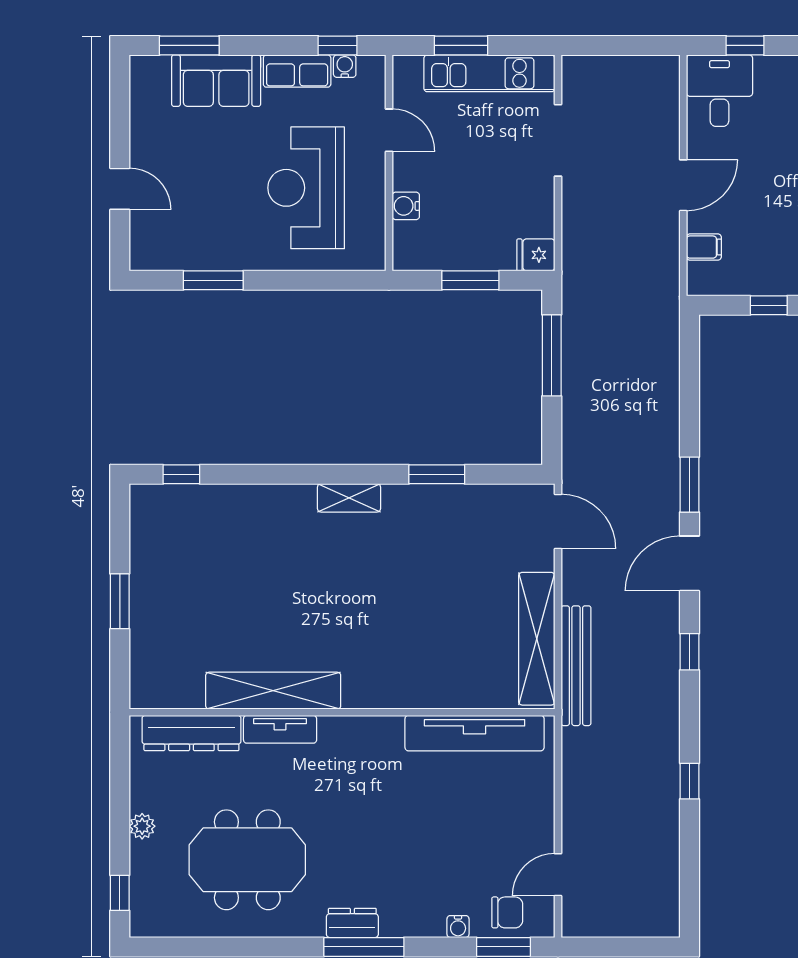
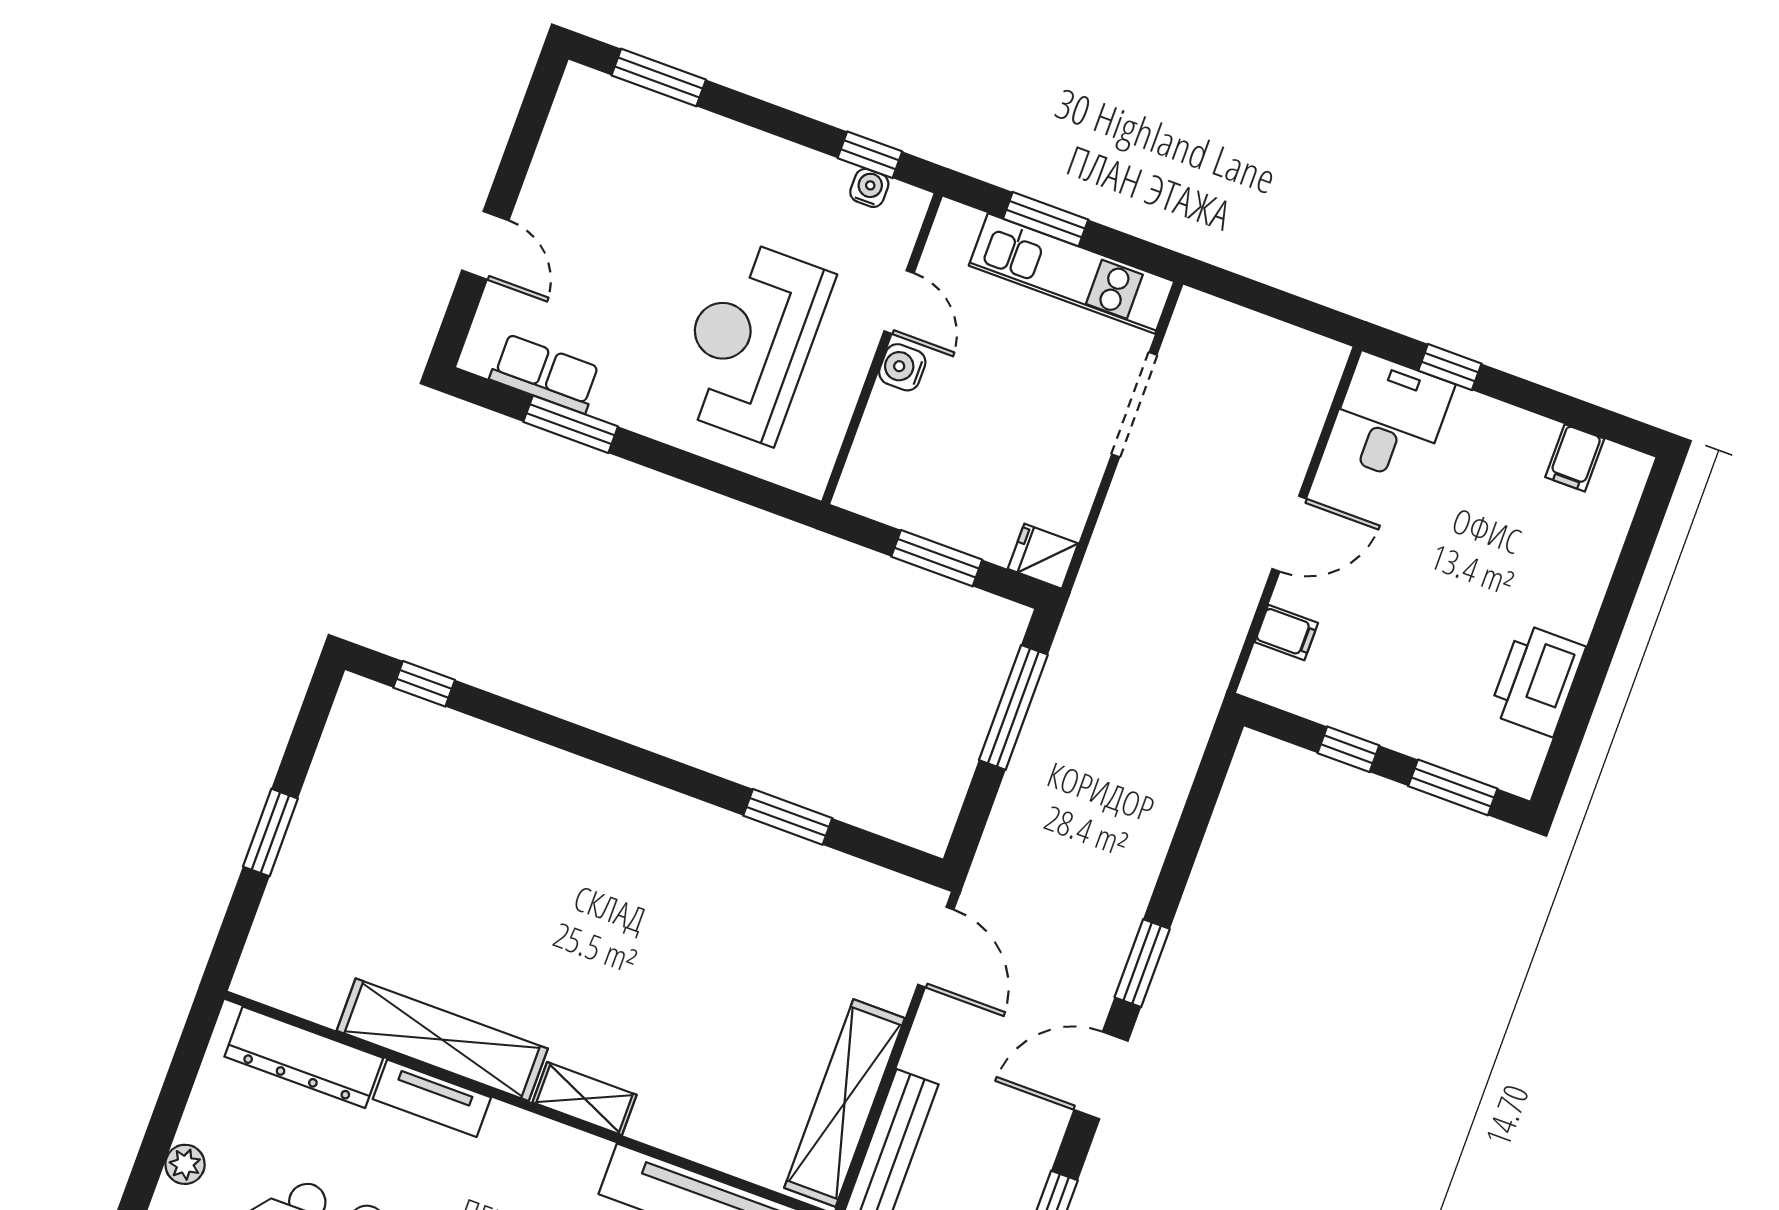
row of seats: (297, 71) -> (545, 374), moved, turned 180
sofa: (216, 81) -> (679, 142), removed
water cooler: (406, 206) -> (902, 367), moved
shelving: (349, 498) -> (584, 1099), moved

